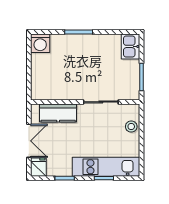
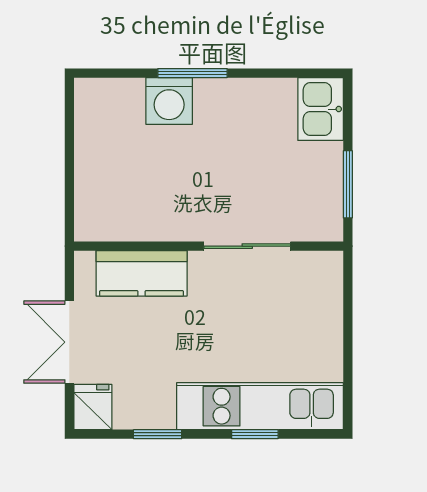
washing machine: (40, 43) -> (169, 101), moved
stool: (131, 127) -> (322, 307), removed
double door: (29, 141) -> (69, 342), swing flipped

